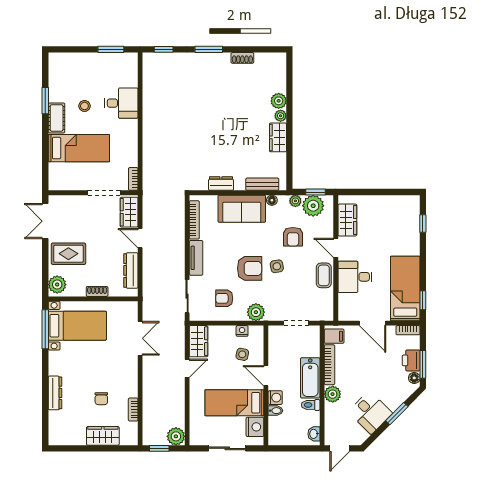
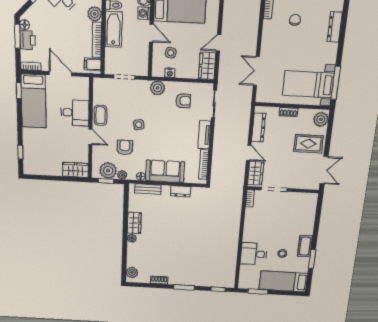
plant: (279, 101) -> (132, 272), moved
bed: (79, 148) -> (283, 281), moved
wardrobe: (347, 220) -> (75, 170), moved, turned 90
armchair: (250, 268) -> (161, 124), removed

